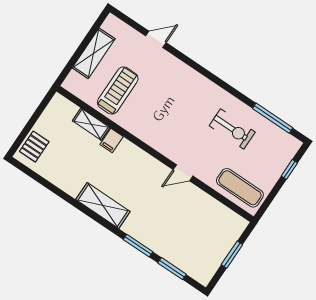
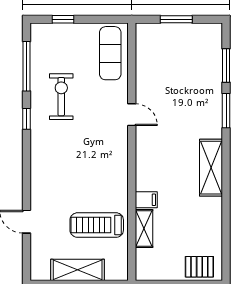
window: (233, 91) -> (26, 119), added

